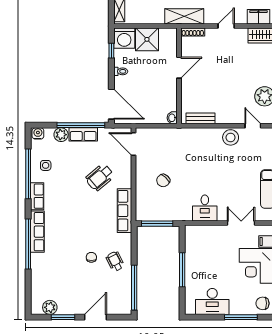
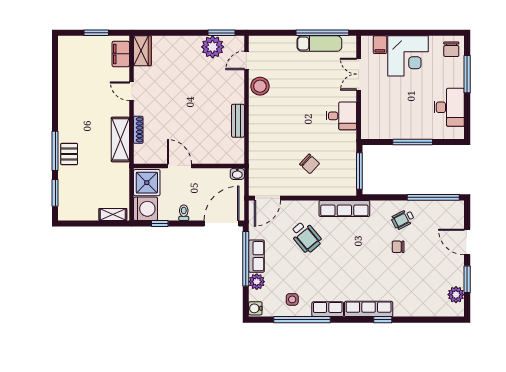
door: (179, 68) -> (179, 166), moved
wall: (179, 76) -> (189, 166), moved
washbasin: (172, 118) -> (237, 174), moved
window: (28, 244) -> (383, 320), width x0.32

